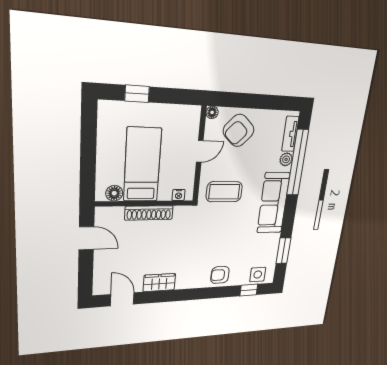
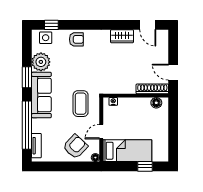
plant: (286, 159) -> (41, 62), moved, width x1.88, depth x1.88
bed: (142, 165) -> (127, 151), moved, turned -90
coffee table: (224, 192) -> (81, 104), turned 90
shoe rack: (149, 213) -> (152, 89), moved
window: (283, 251) -> (27, 77), moved

